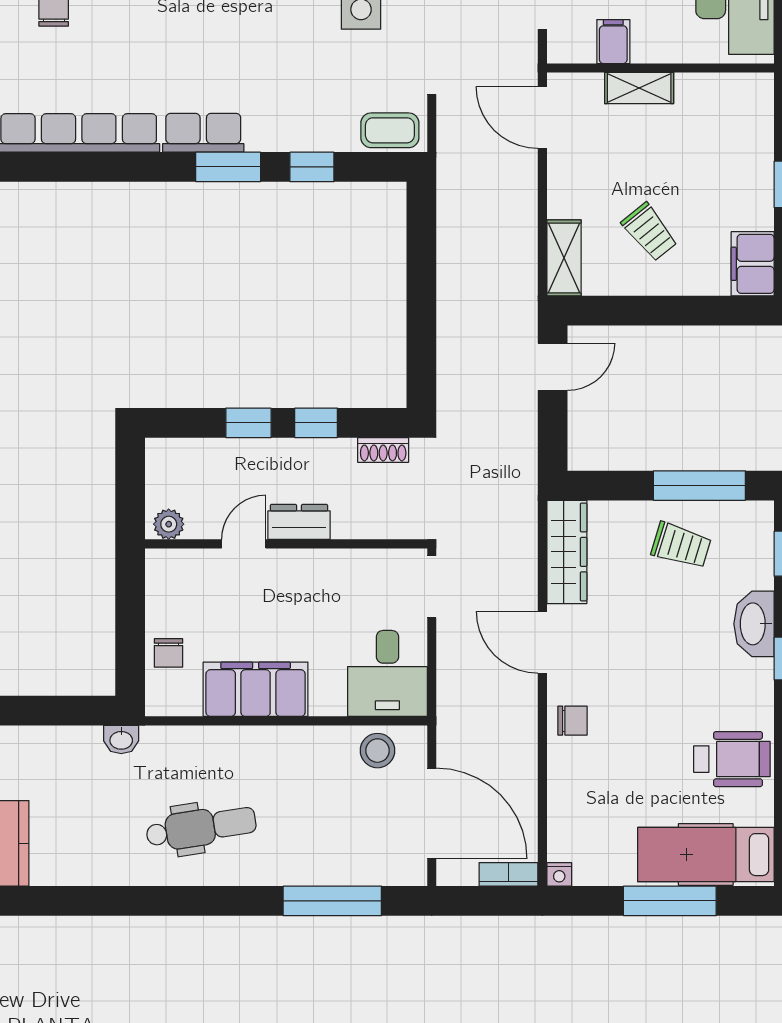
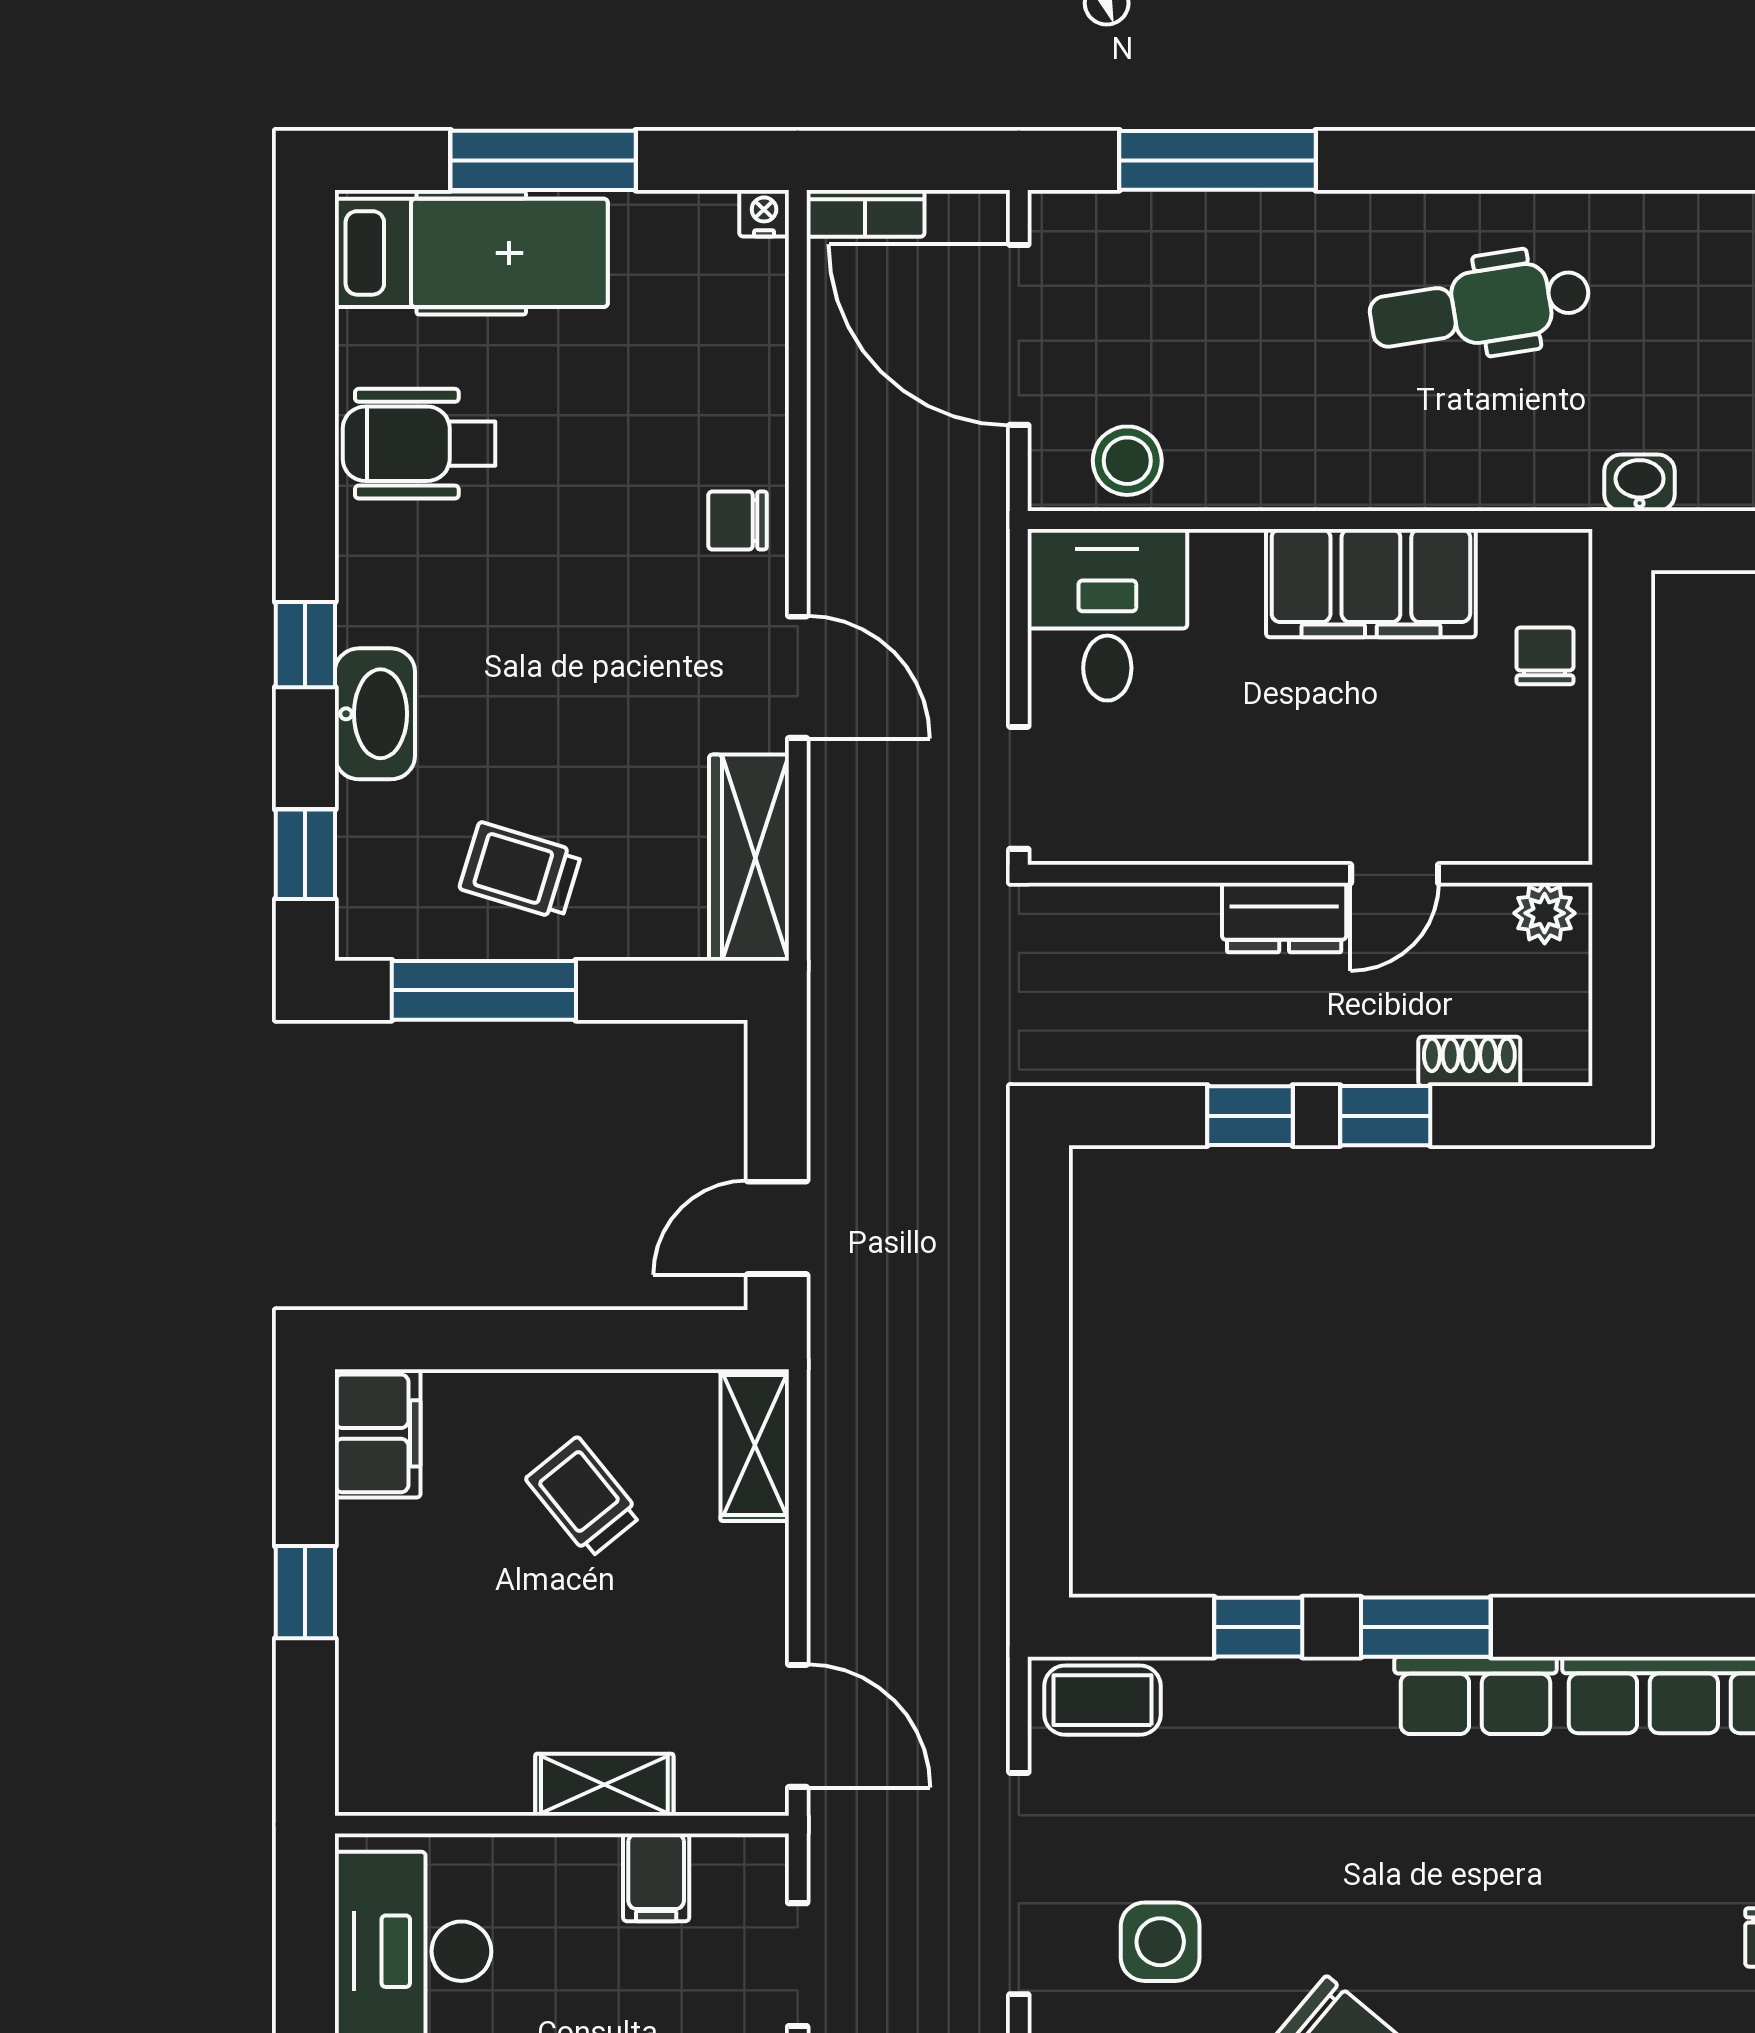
shoe rack: (383, 450) -> (1469, 1061), moved

